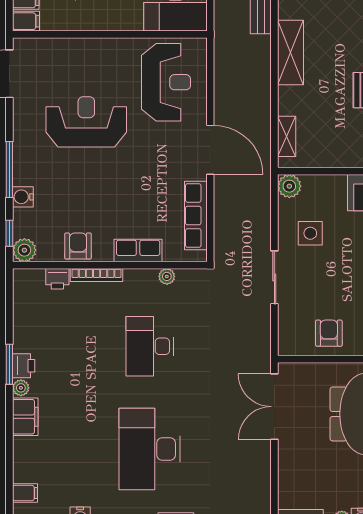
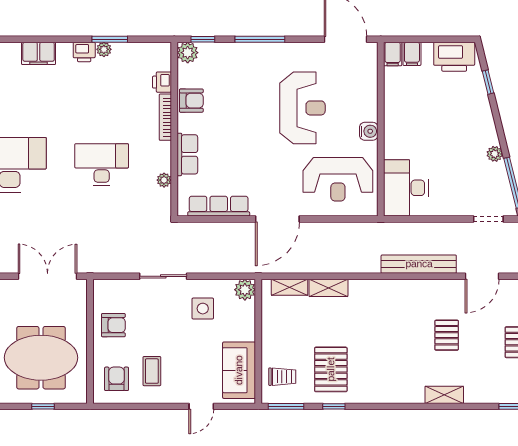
shelving: (290, 52) -> (328, 288), moved, width x0.67, depth x0.75
water cooler: (23, 197) -> (369, 131), moved, turned 90
window: (9, 364) -> (110, 39), moved
plant: (21, 388) -> (104, 49), moved

